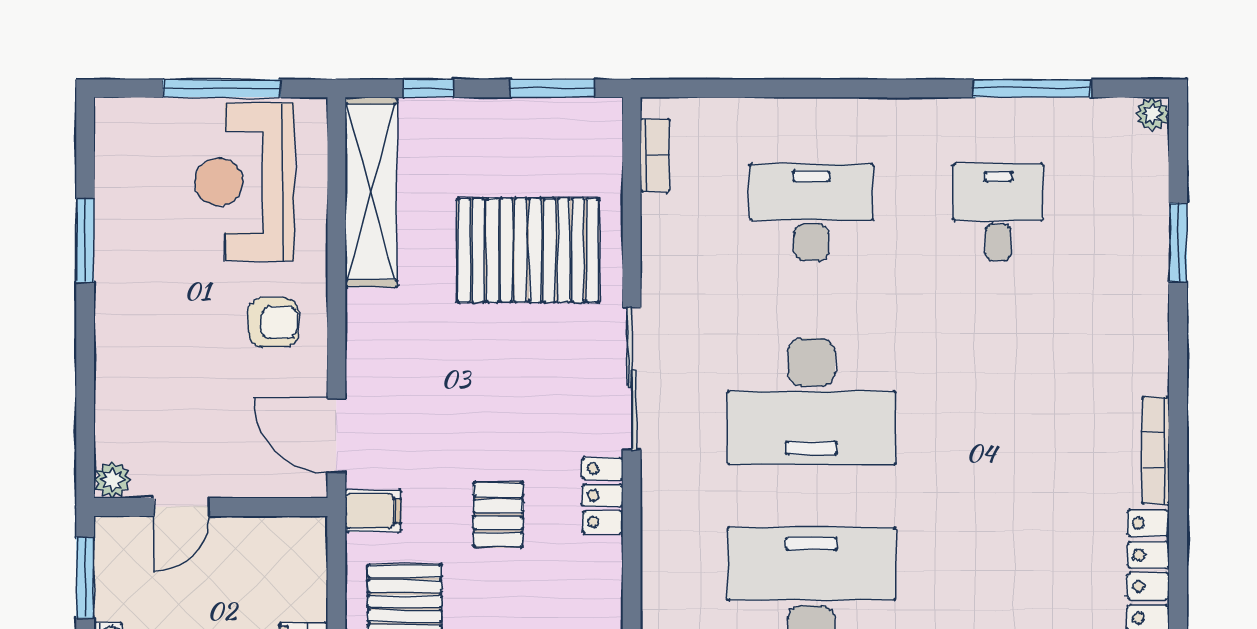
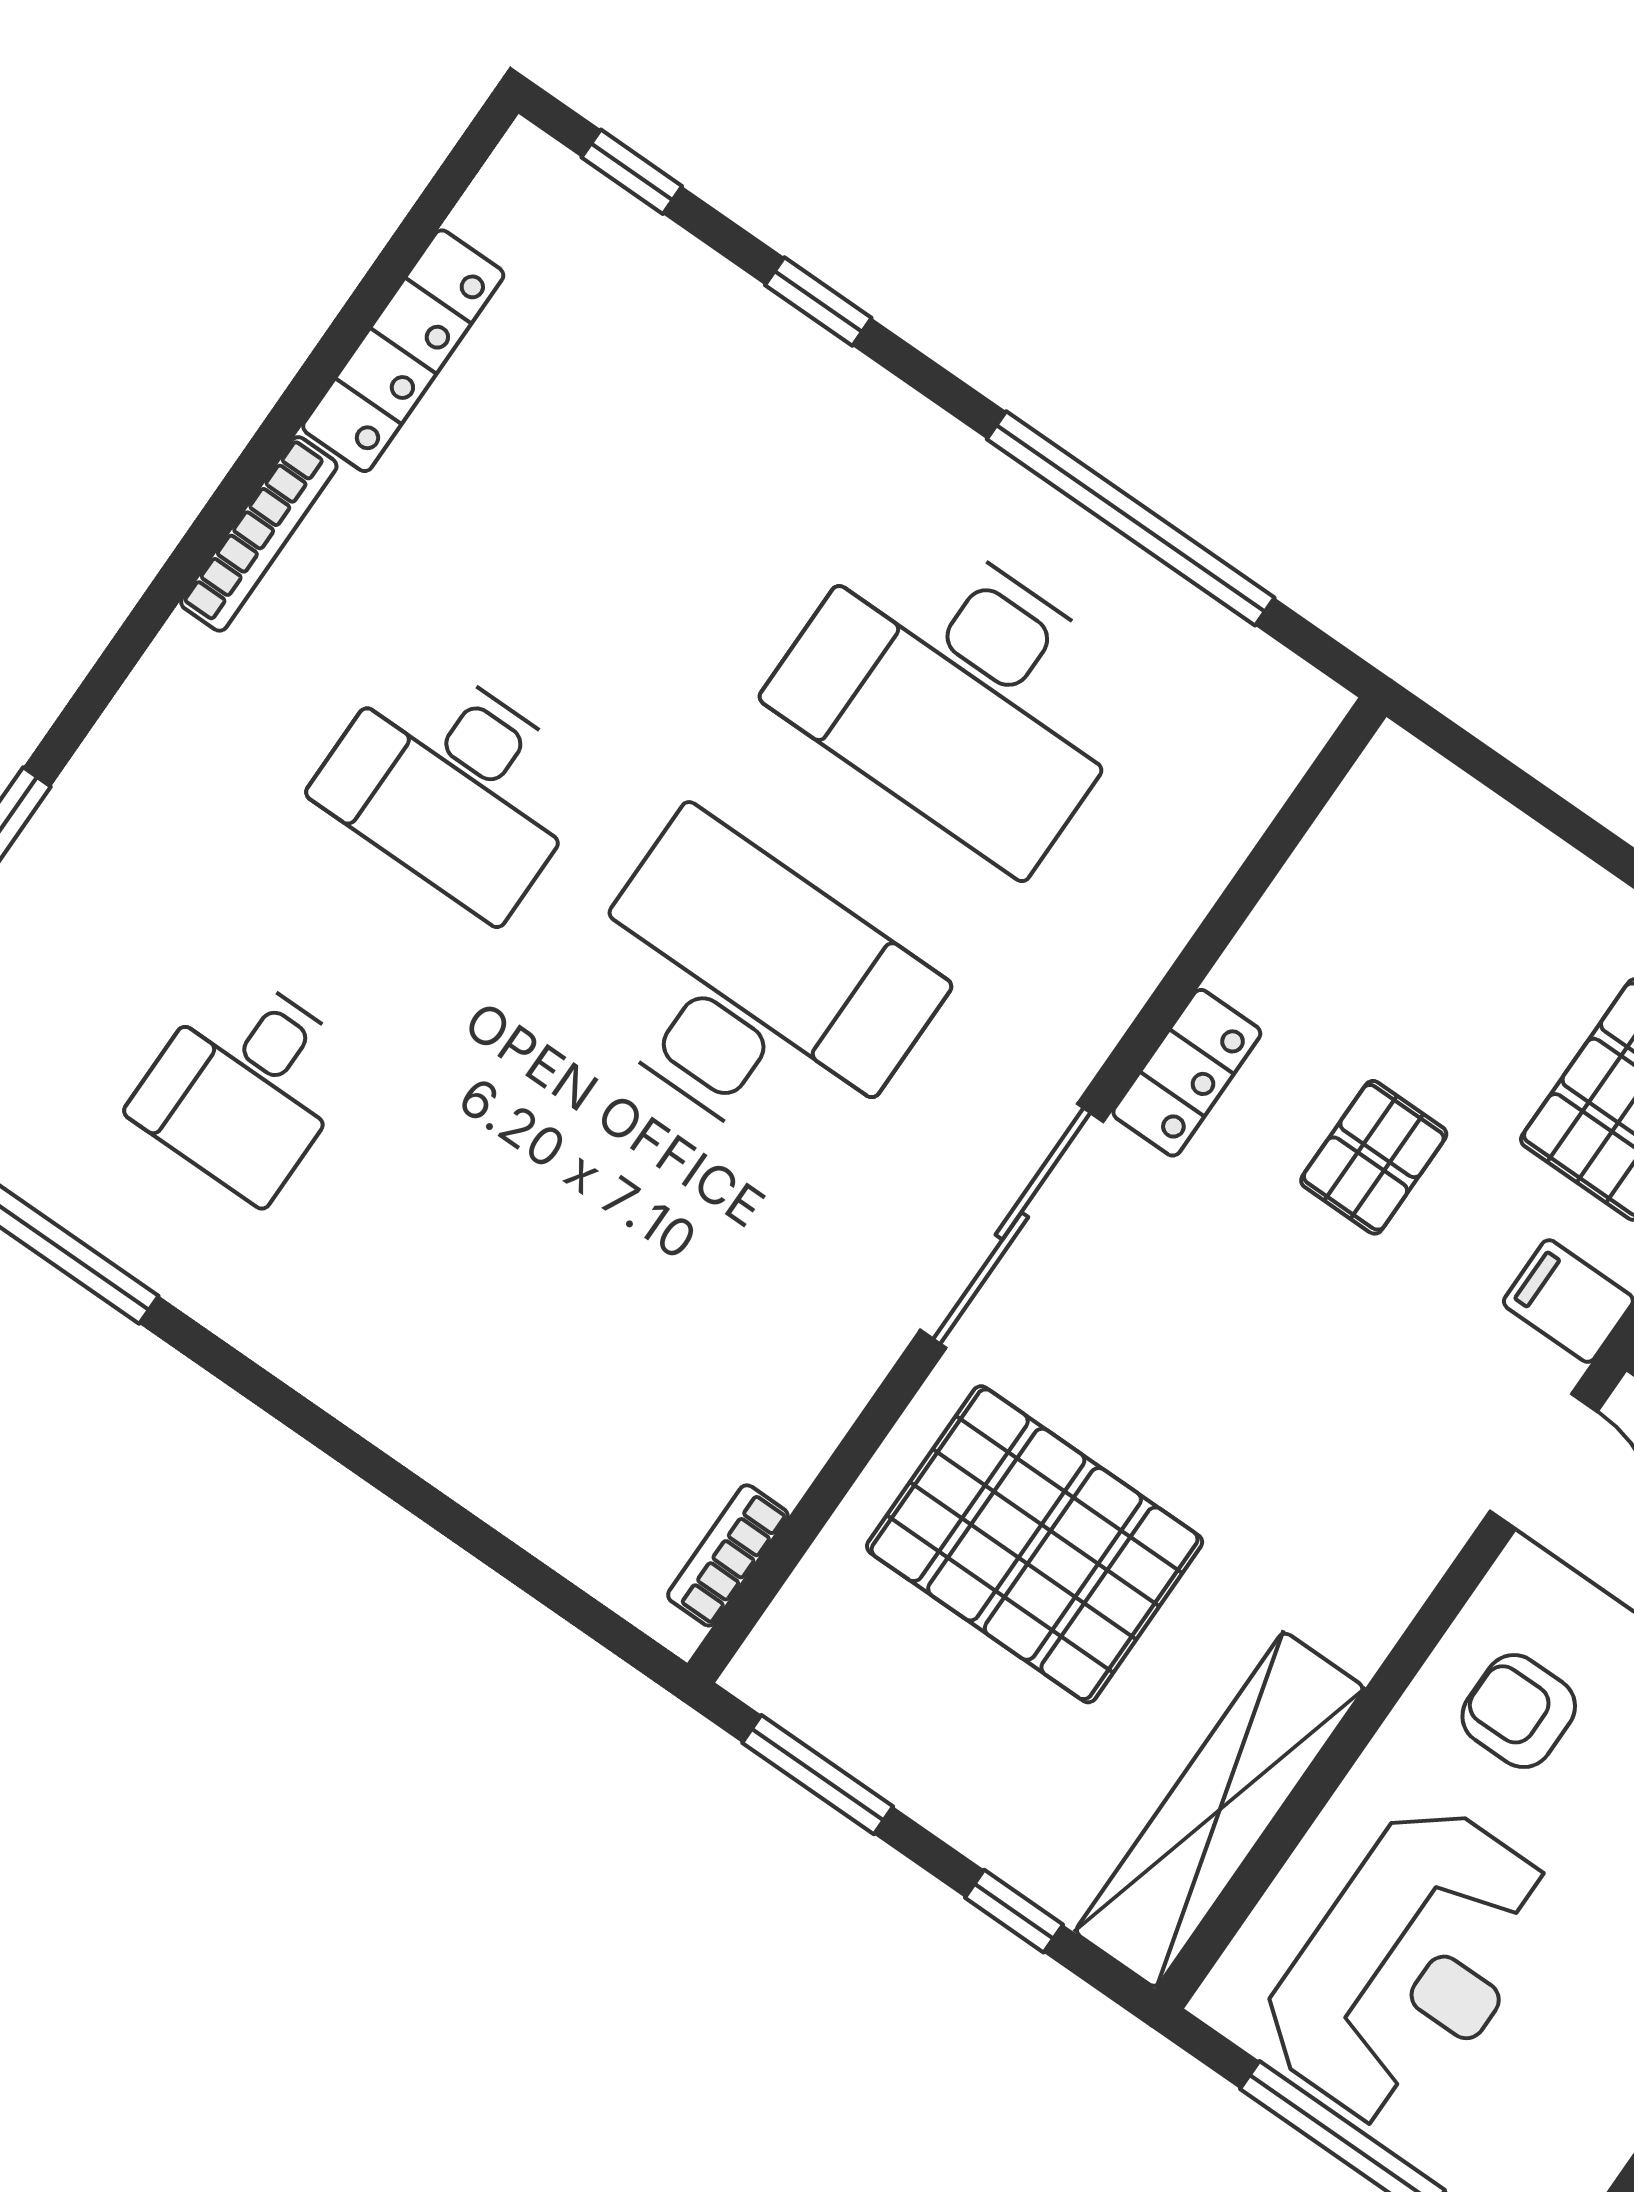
desk: (811, 212) -> (454, 785), moved

